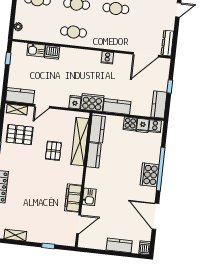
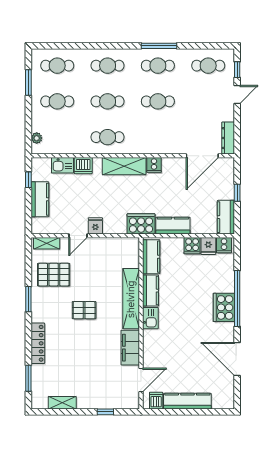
shelving: (84, 56) -> (124, 166), added
kitchen counter: (20, 96) -> (40, 199), moved, turned 90
fridge: (75, 102) -> (95, 226), moved
shelving: (80, 142) -> (131, 299), moved
pallet: (53, 151) -> (84, 310), moved, turned 90
kitchen sink: (89, 197) -> (150, 318), moved
kitchen counter: (119, 245) -> (187, 401), width x1.50
dishwasher: (145, 248) -> (156, 401), moved

